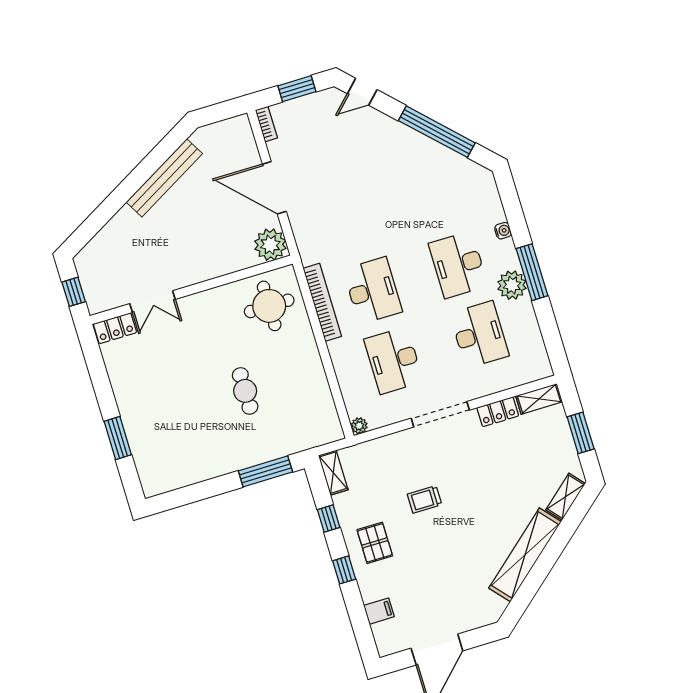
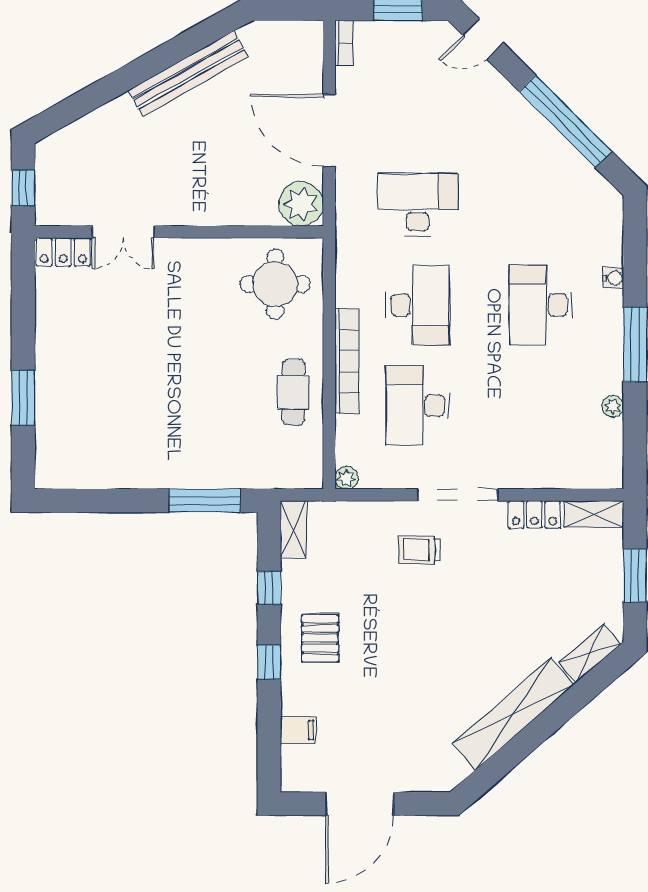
plant: (512, 285) -> (613, 406), moved, width x0.53, depth x0.53
bookcase: (322, 302) -> (347, 361), moved
desk: (479, 335) -> (418, 205), moved, turned -90
cafe table: (245, 391) -> (293, 392), moved
trolley: (425, 499) -> (419, 550), moved

